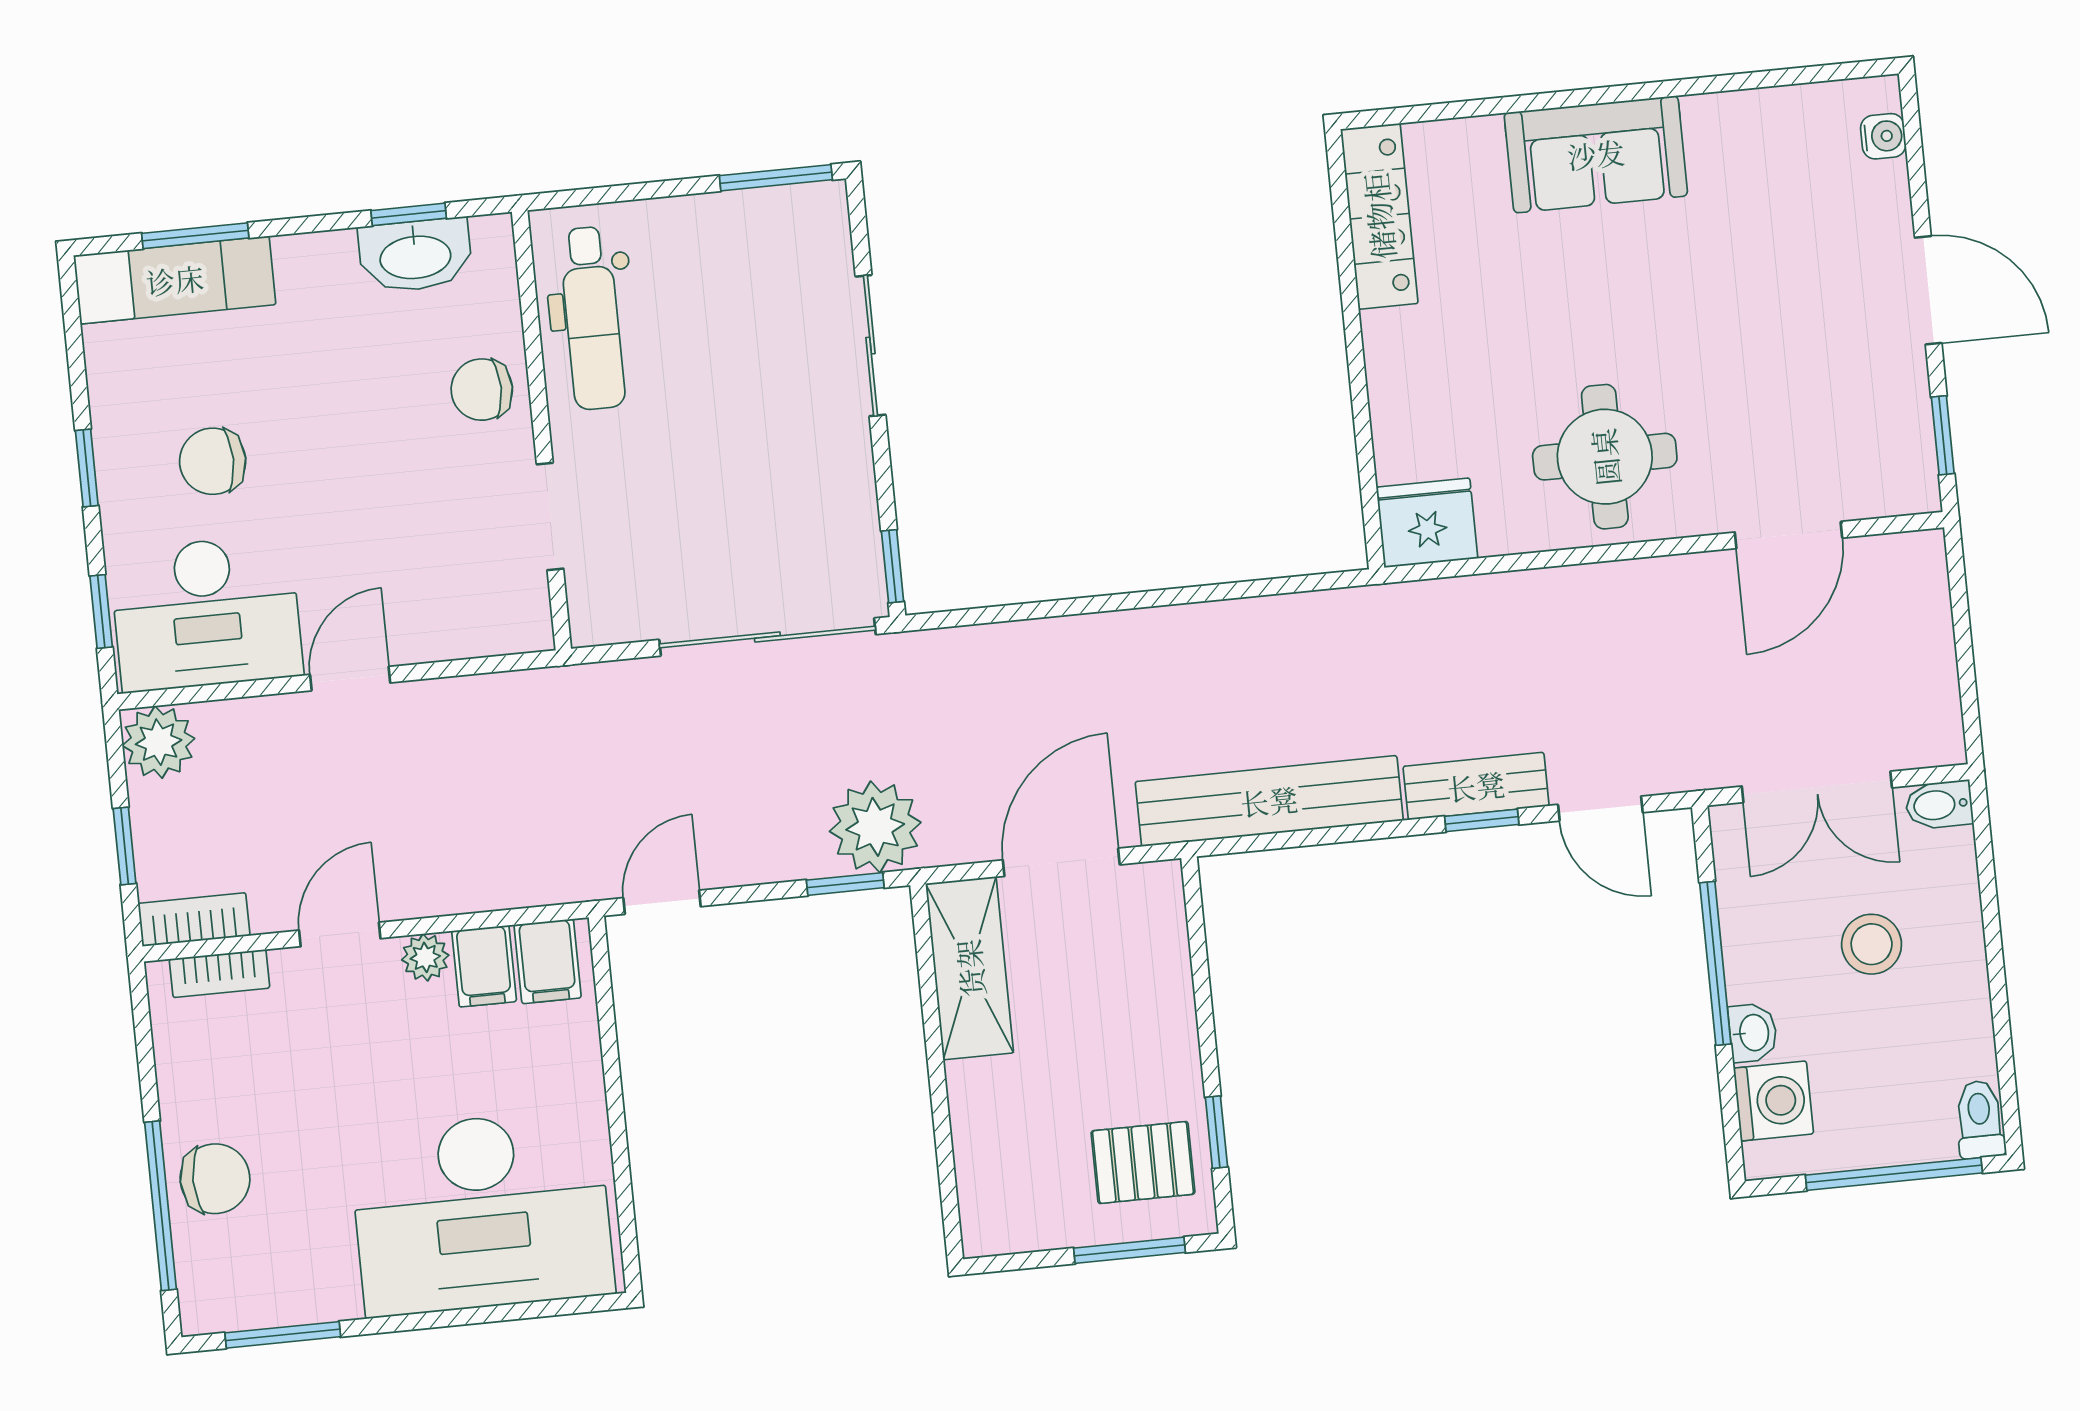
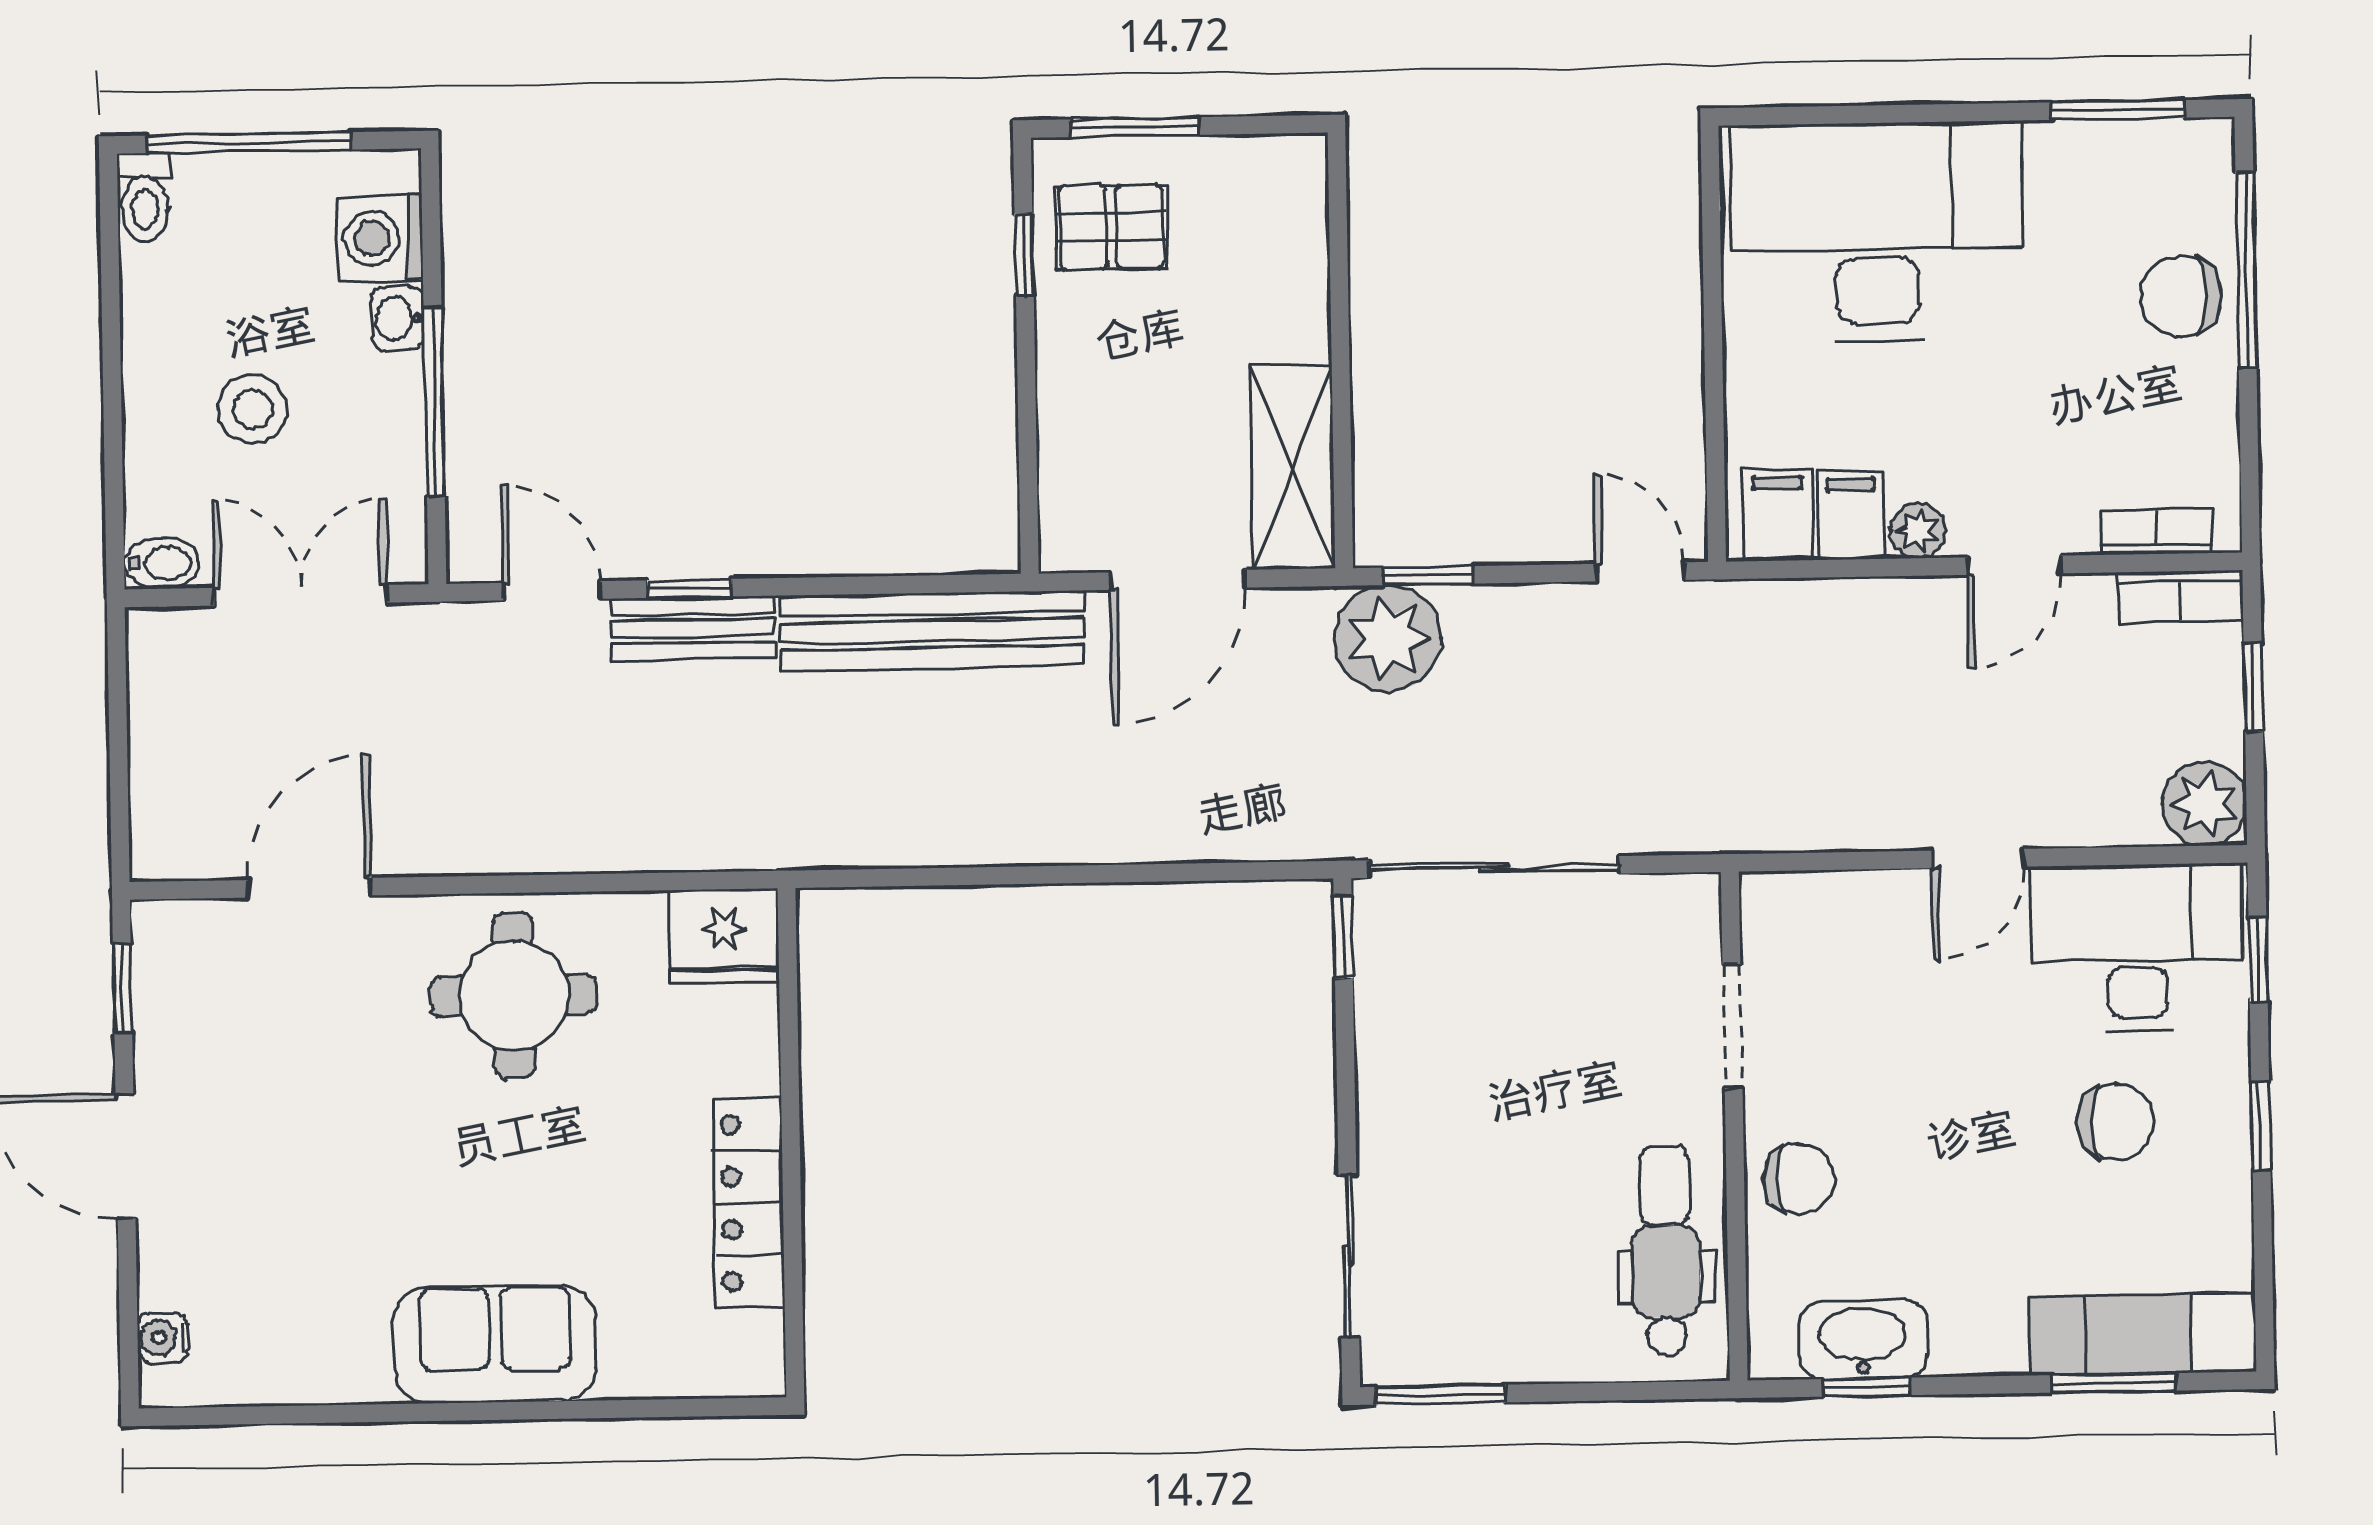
locker: (1379, 216) -> (749, 1203), moved
sliding door: (870, 346) -> (1349, 1256), moved
door: (662, 902) -> (1640, 572), swing flipped

